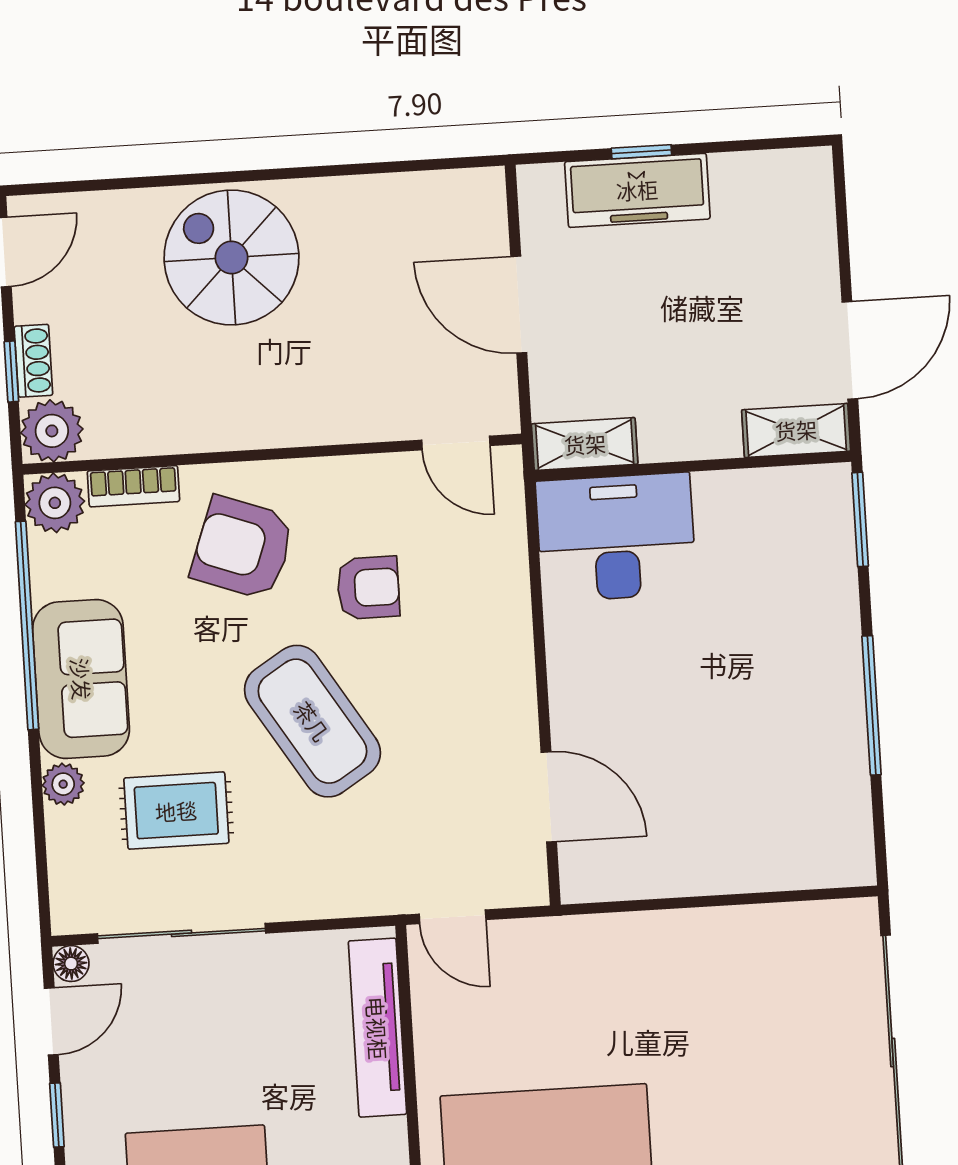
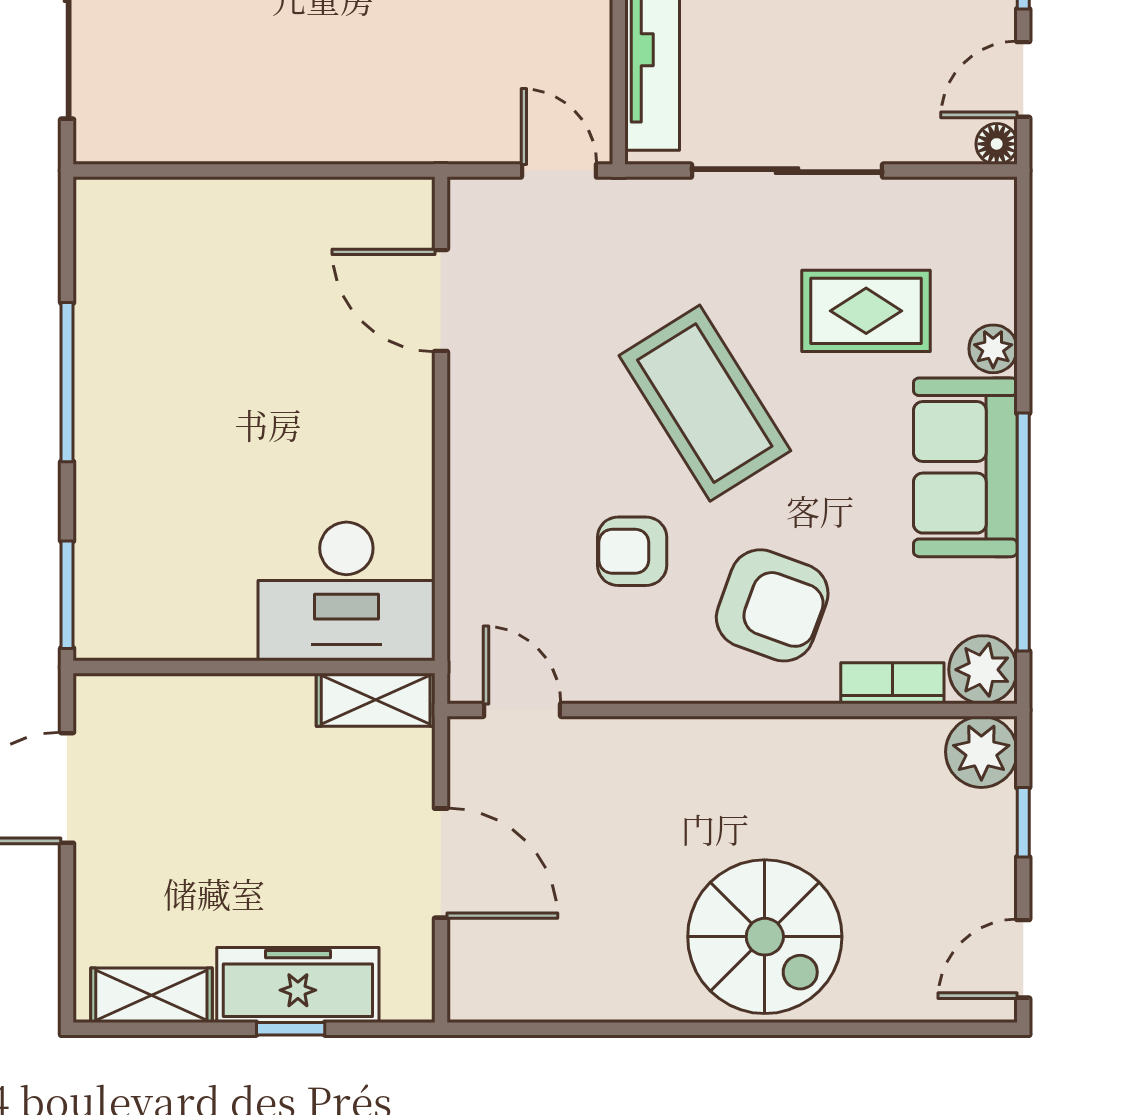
shoe rack: (33, 361) -> (997, 833), removed
shelving: (796, 430) -> (151, 995), moved
sliding door: (182, 933) -> (787, 171), moved

